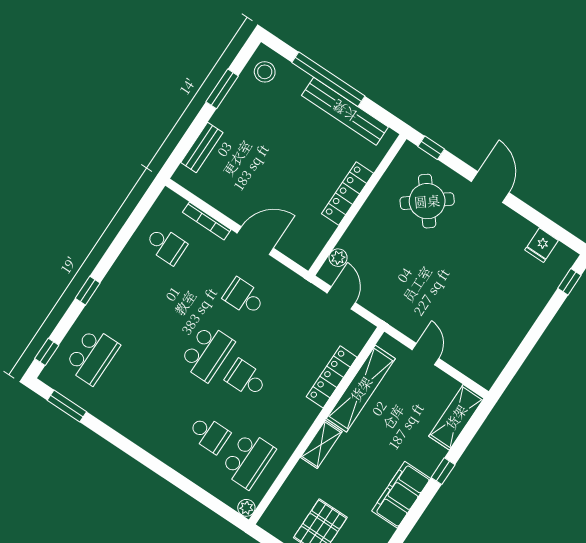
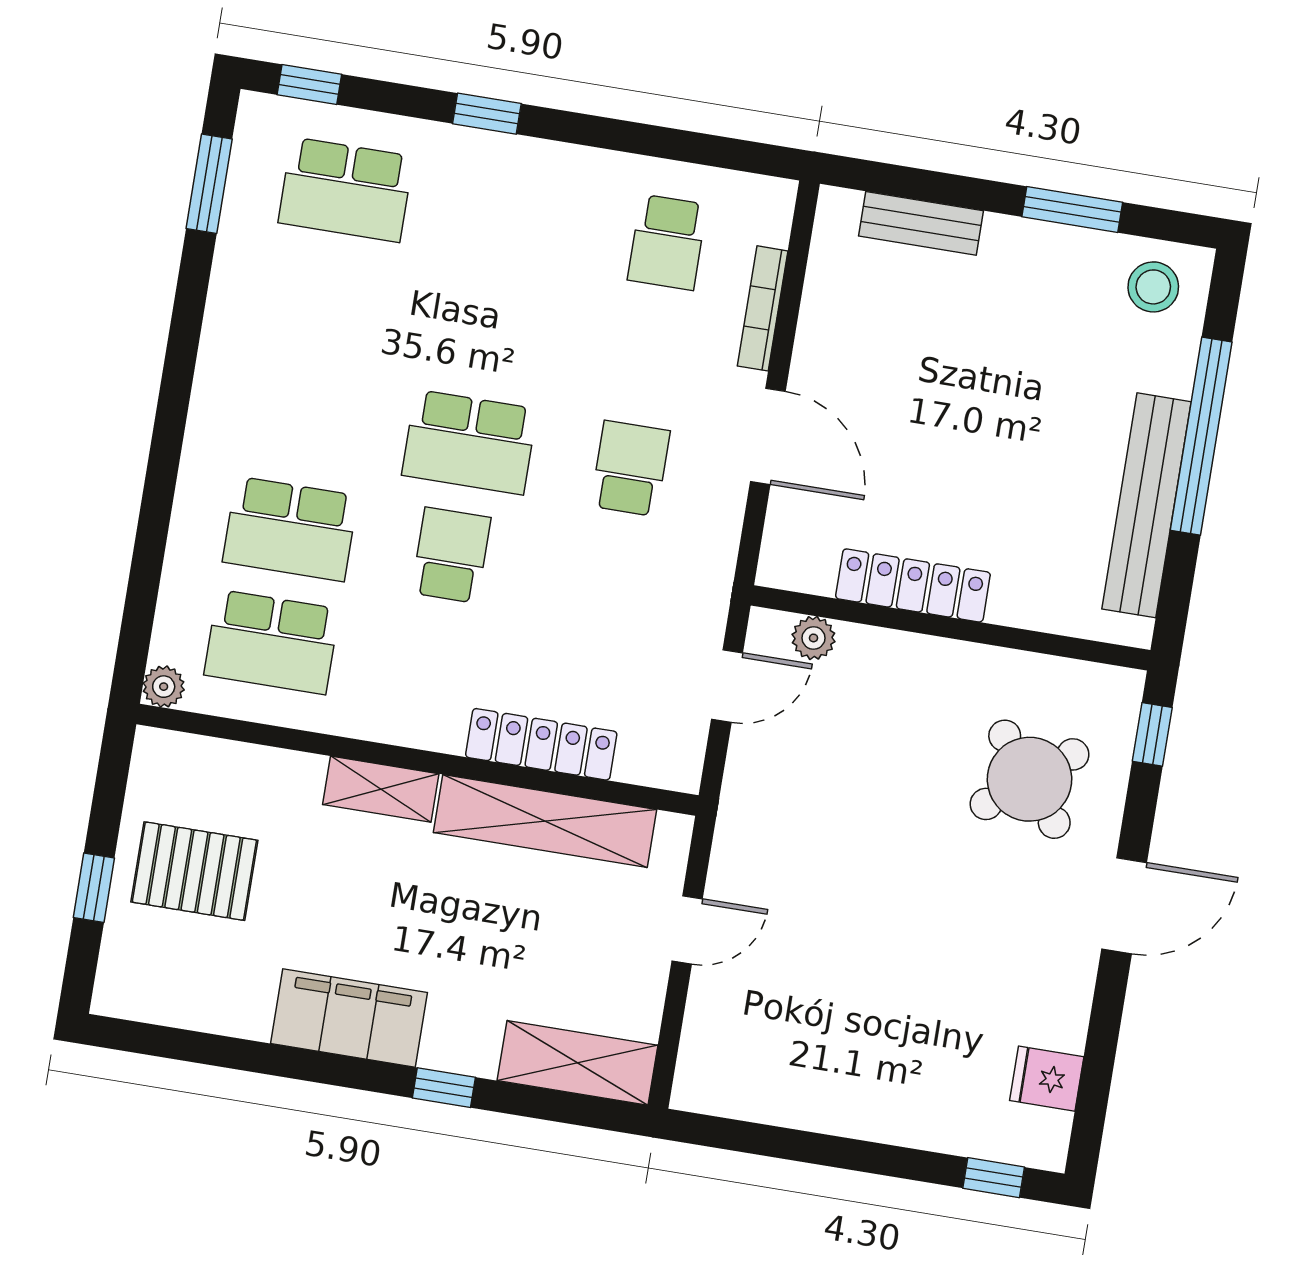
locker: (347, 193) -> (913, 585), moved
school desk: (209, 434) -> (290, 529), width x1.85

